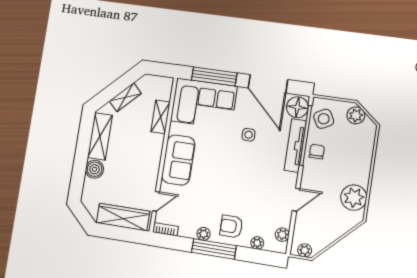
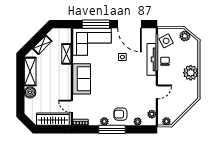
floor lamp: (297, 107) -> (149, 36), removed
plant: (354, 198) -> (191, 73), moved
door: (156, 201) -> (72, 106), swing flipped

